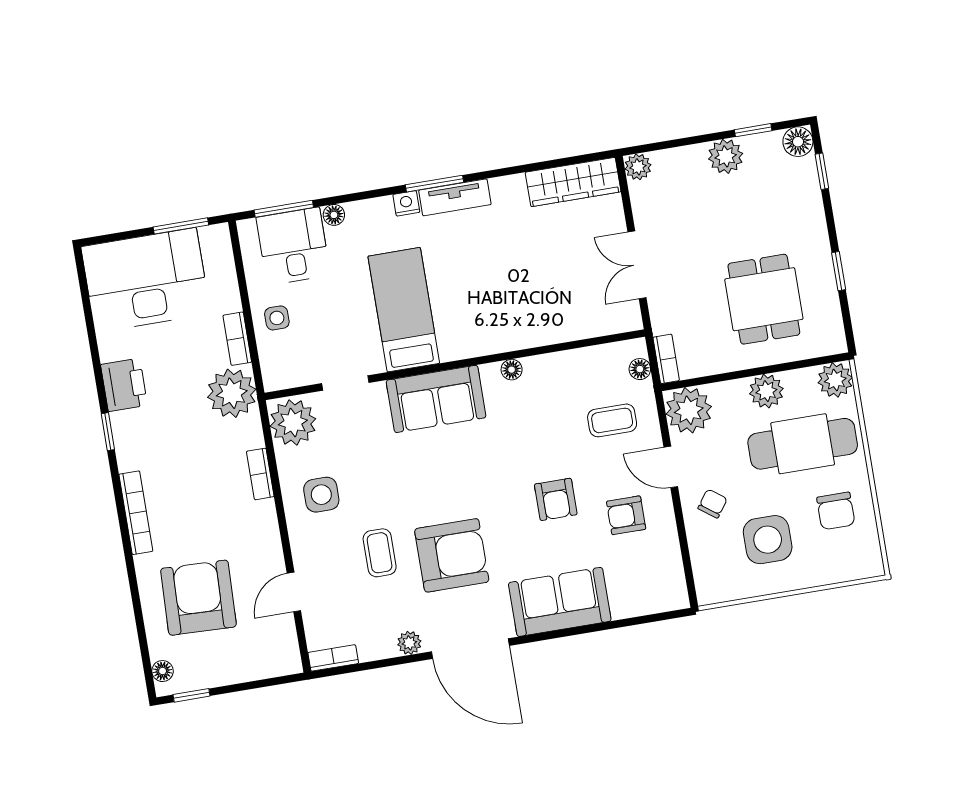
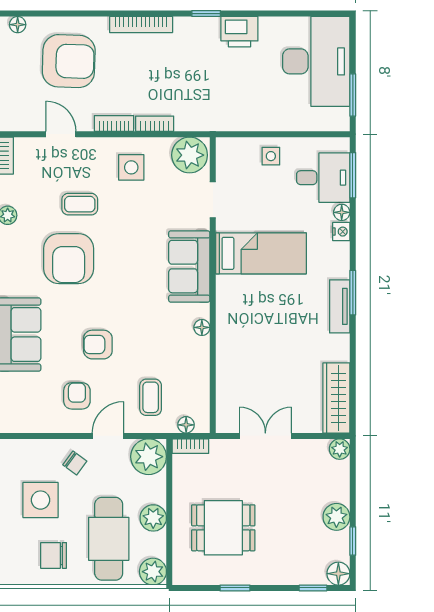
nightstand: (406, 203) -> (341, 232), moved
bookcase: (237, 339) -> (114, 123), moved
plant: (232, 393) -> (219, 112), removed

